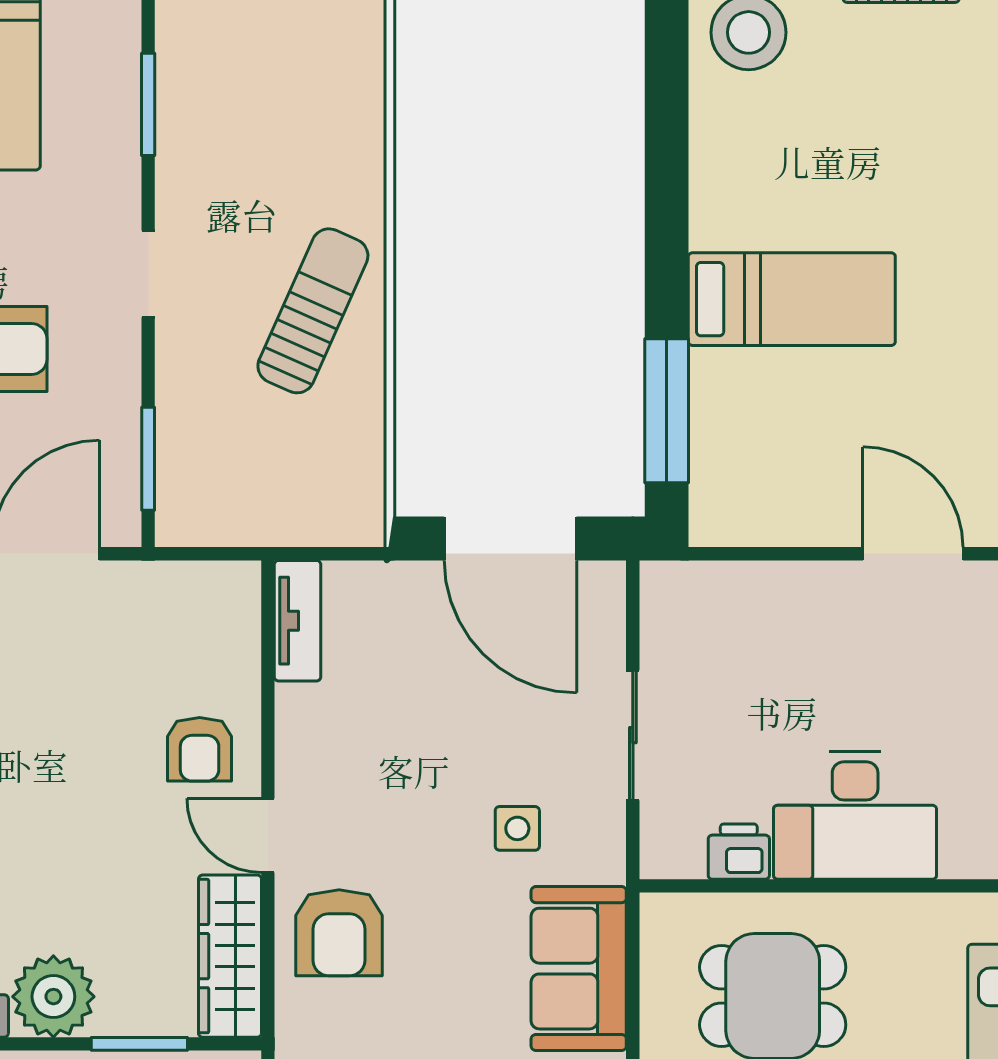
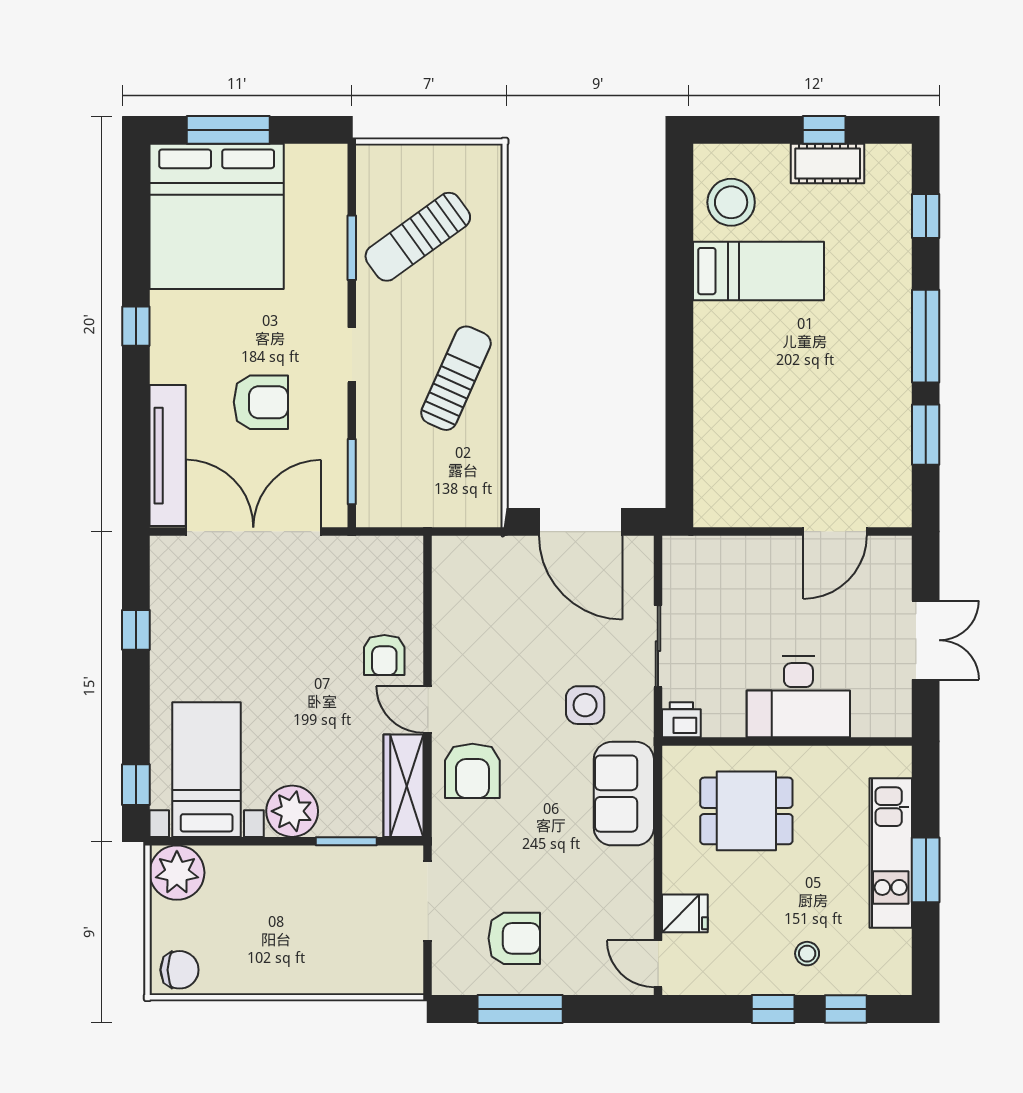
sun lounger: (252, 87) -> (418, 237), added
bed: (792, 299) -> (758, 271), moved
window: (667, 411) -> (679, 441), removed
door: (913, 554) -> (835, 532), swing flipped
tv unit: (298, 621) -> (446, 574), removed
side table: (517, 828) -> (585, 705), width x1.37, depth x1.37
printer: (739, 852) -> (681, 720), moved

